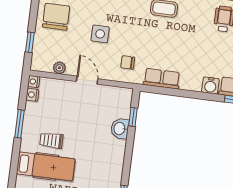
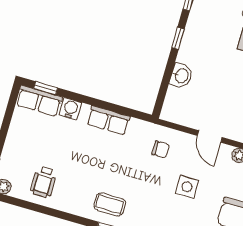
row of seats: (162, 79) -> (108, 120), moved
window: (133, 117) -> (178, 38), moved

